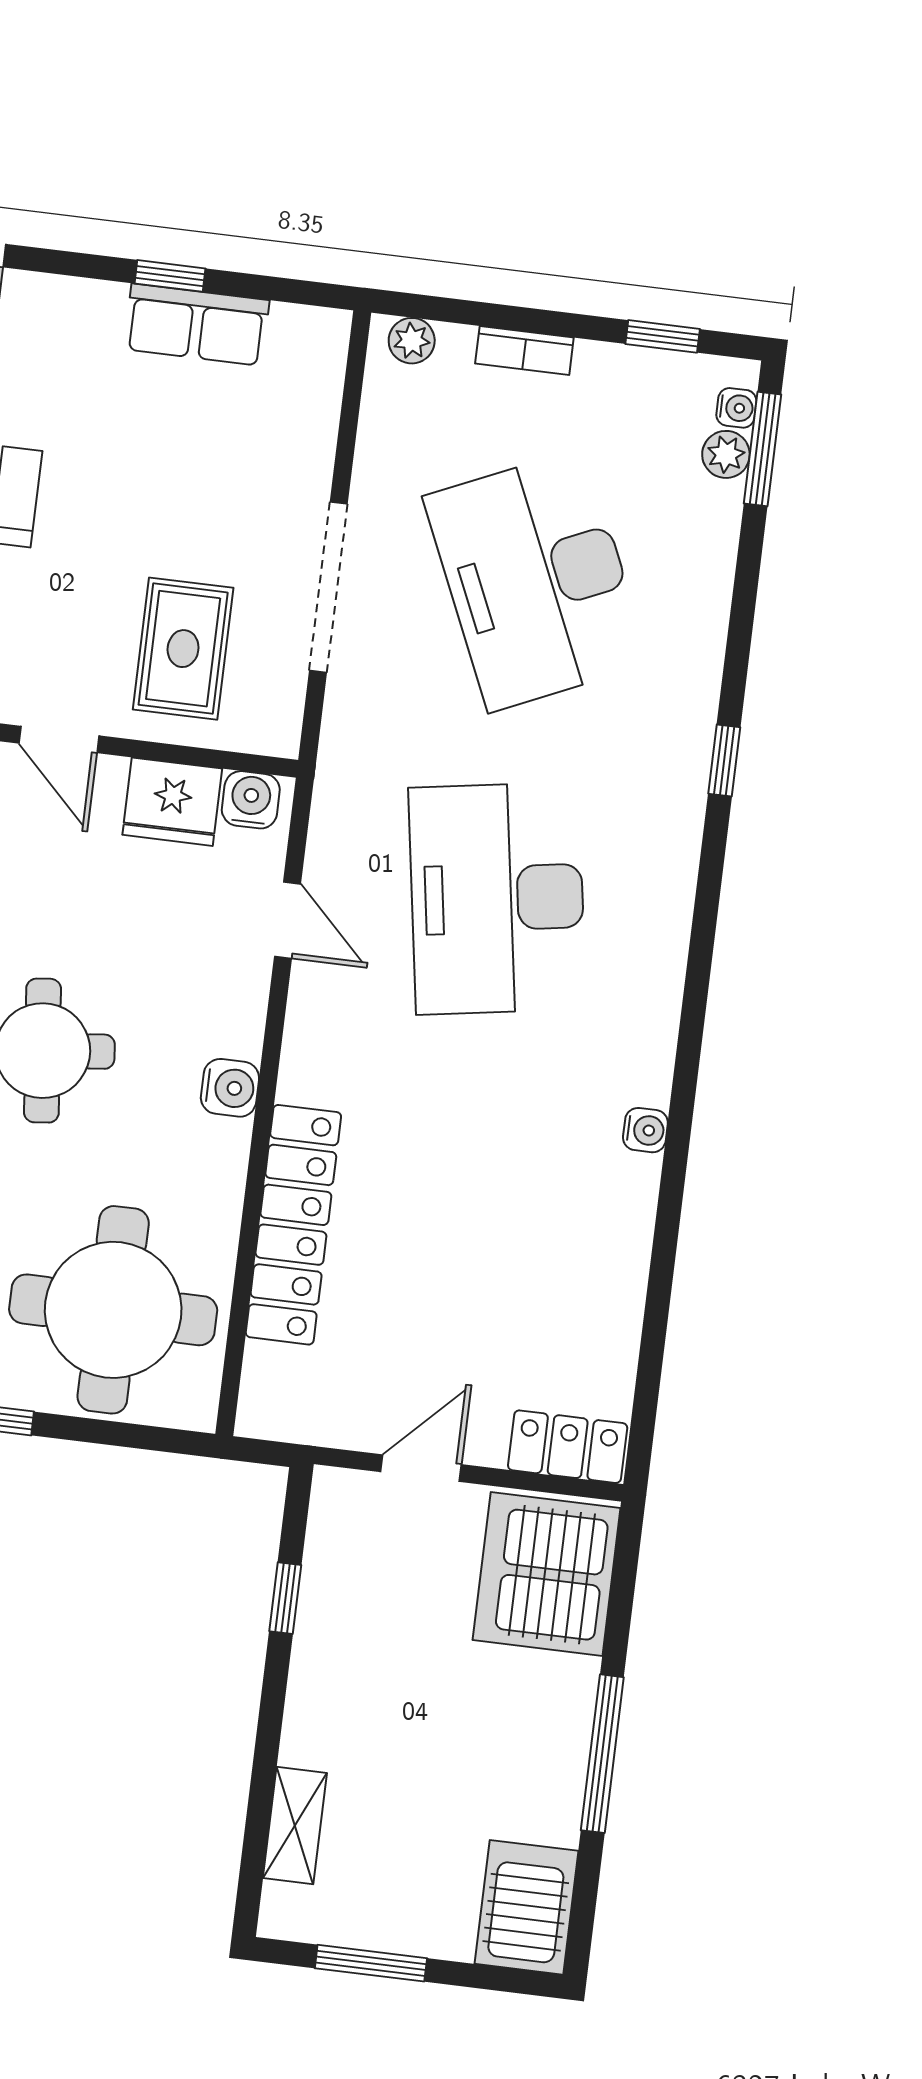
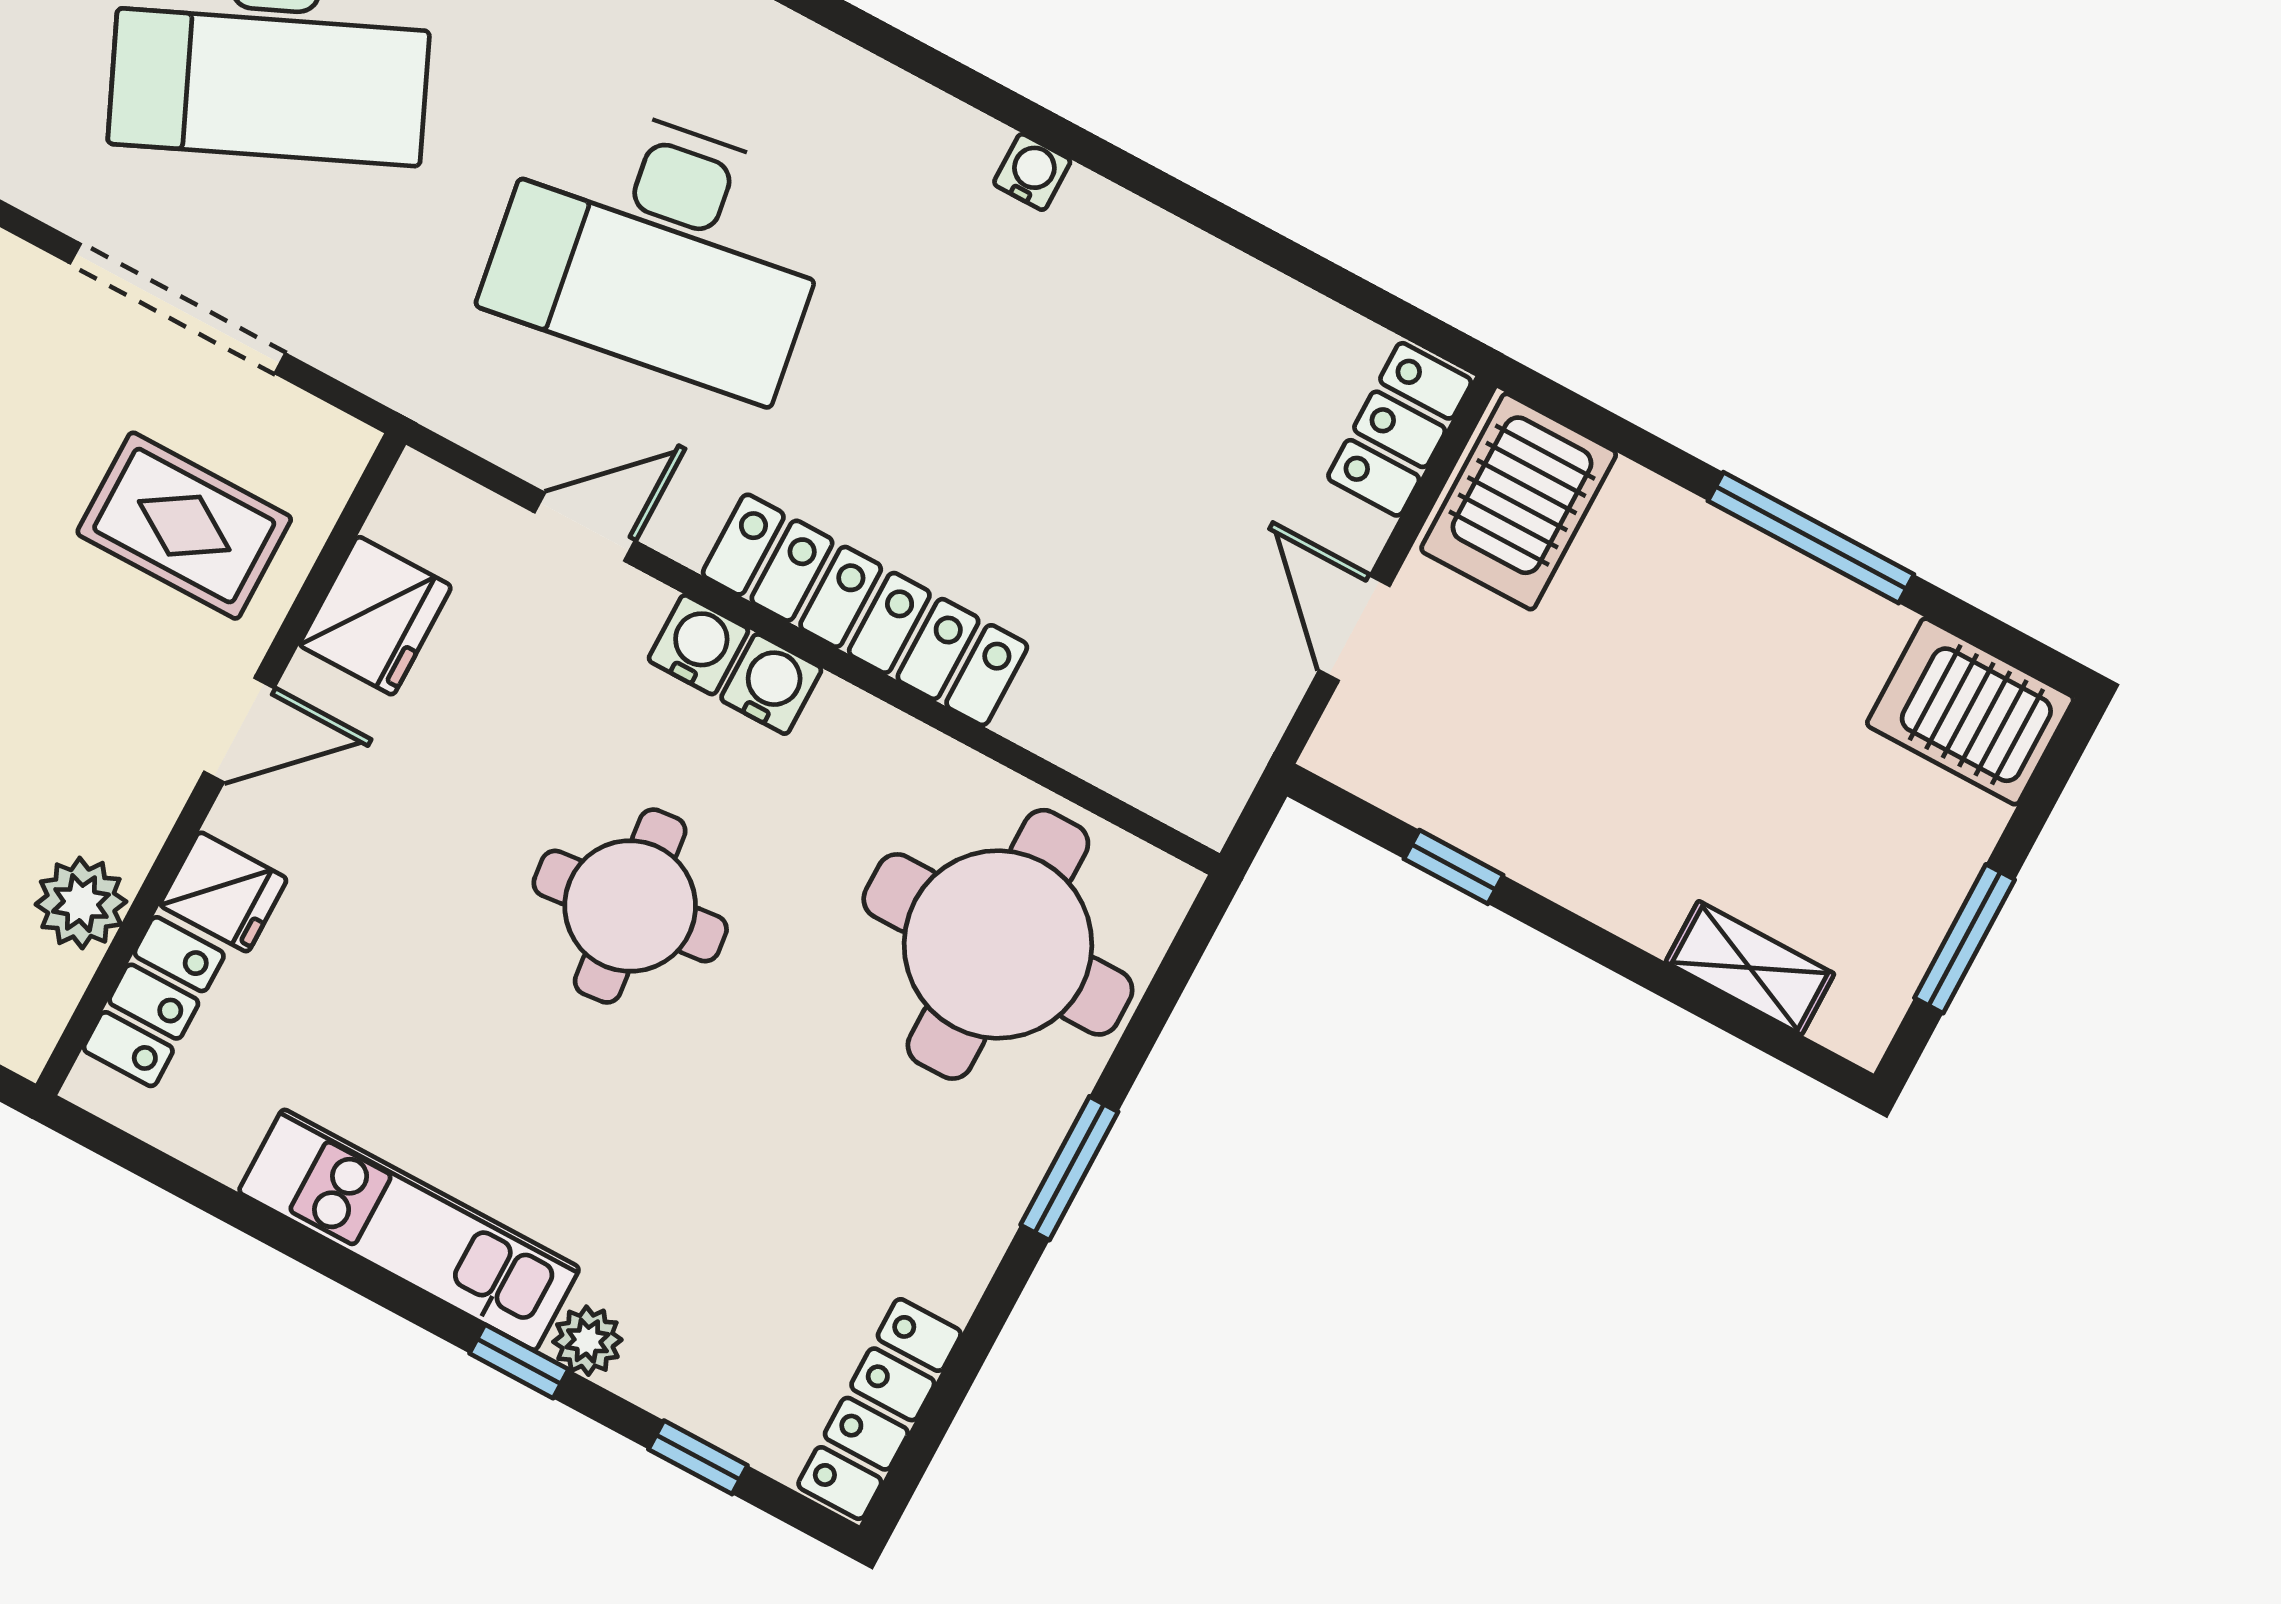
water cooler: (251, 800) -> (698, 645), moved, turned 90
locker: (293, 1225) -> (865, 610), moved
server rack: (547, 1574) -> (1519, 502), width x0.62

